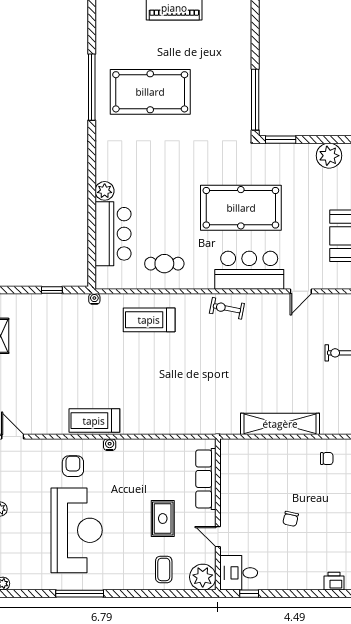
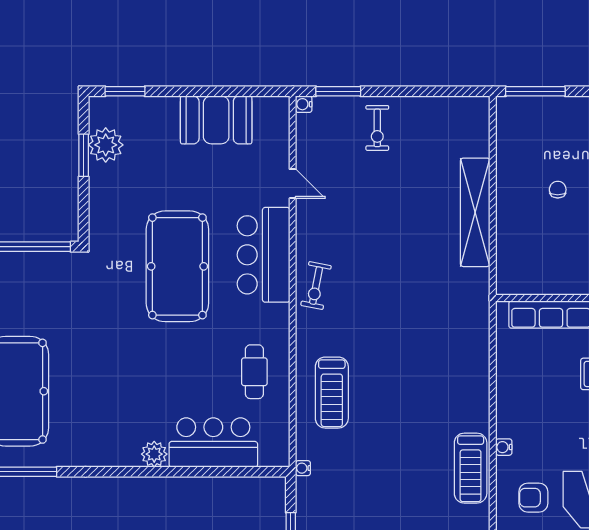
window: (281, 140) -> (84, 155), moved
chair: (327, 459) -> (558, 190), moved

